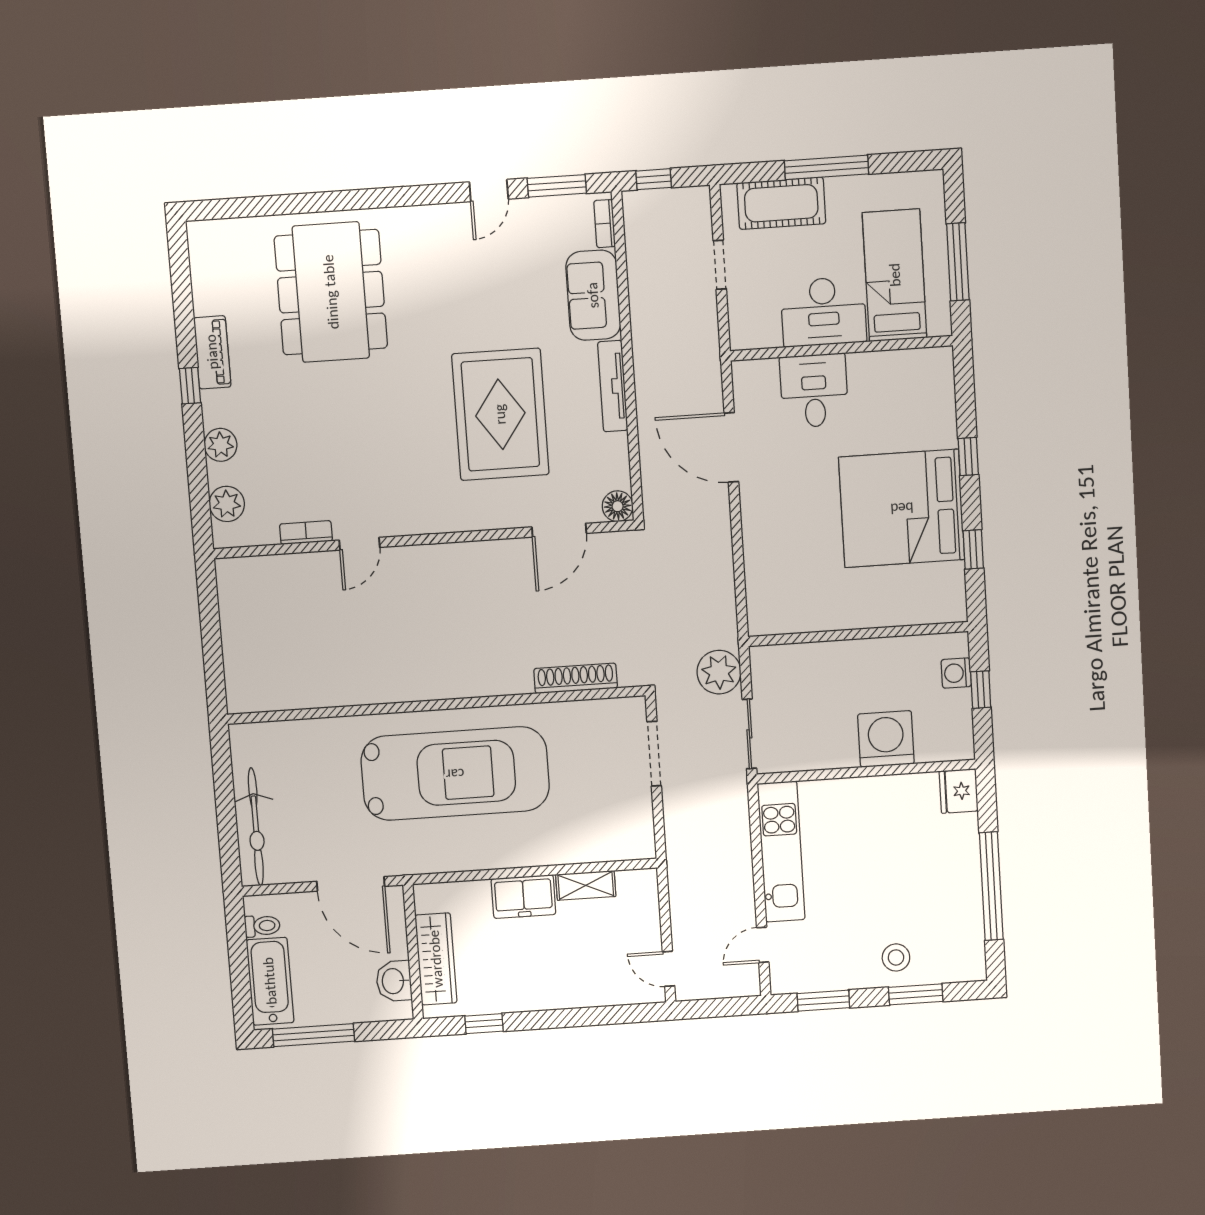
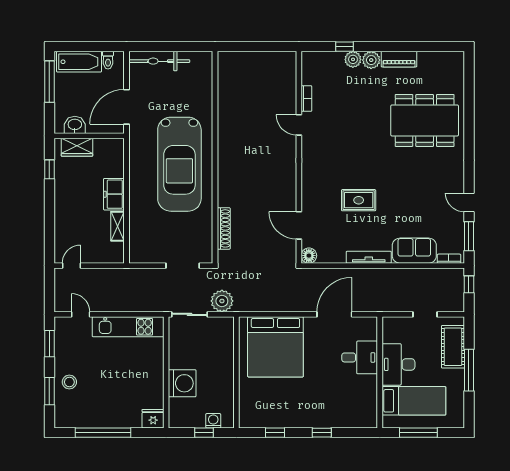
window: (190, 386) -> (344, 47), moved
rug: (500, 414) -> (359, 200), width x0.54, depth x0.49
plant: (227, 504) -> (371, 60), moved
bed: (902, 508) -> (275, 347), moved, turned 180
wardrobe: (436, 959) -> (77, 147), width x0.67

